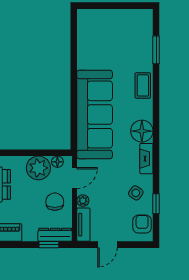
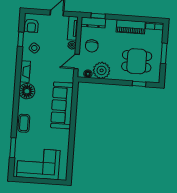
corner sofa: (118, 30) -> (38, 164), added
sofa: (95, 115) -> (62, 105), width x0.74, depth x0.79

